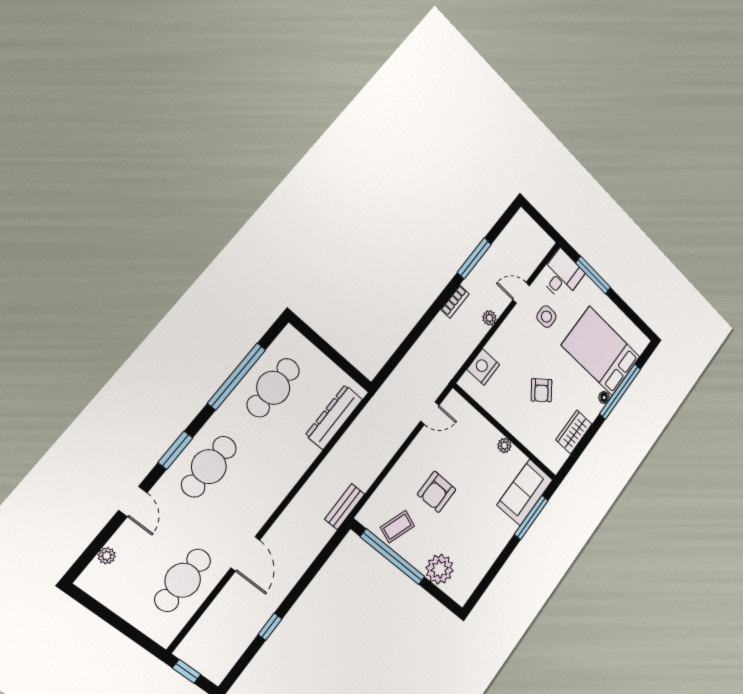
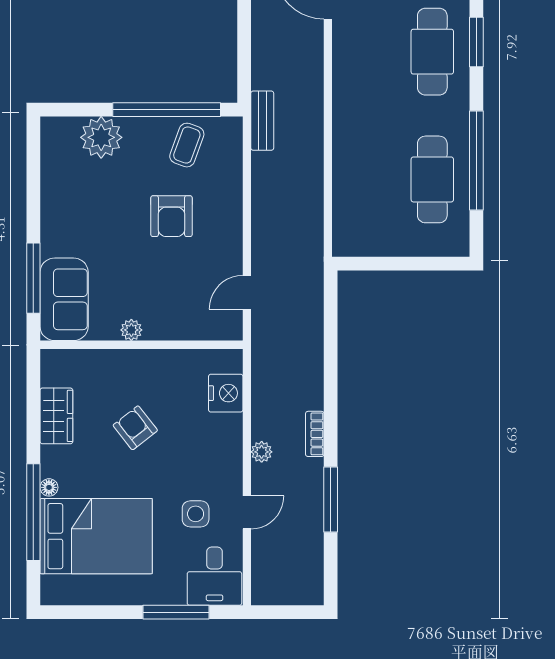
dresser: (334, 417) -> (347, 202), removed
armchair: (437, 492) -> (171, 216), turned 180

